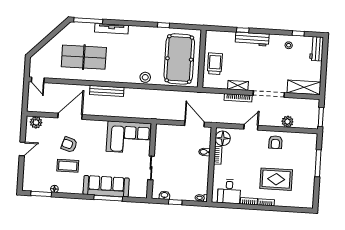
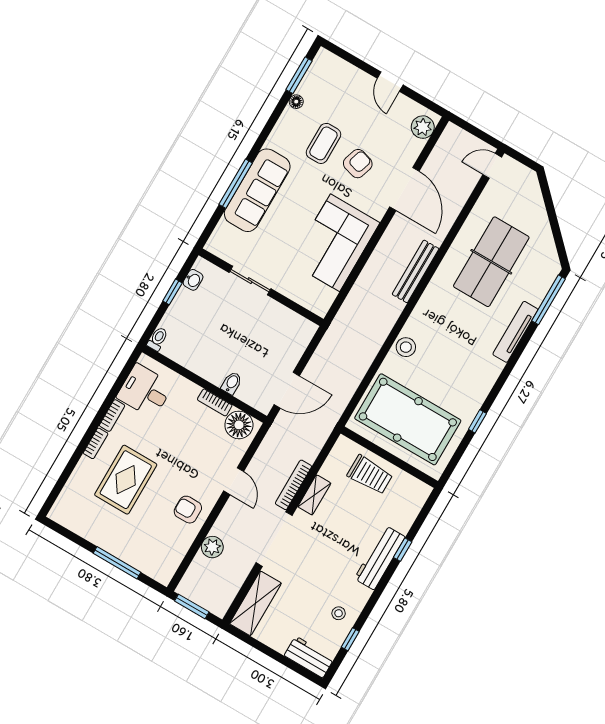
corner sofa: (129, 137) -> (335, 243), moved

